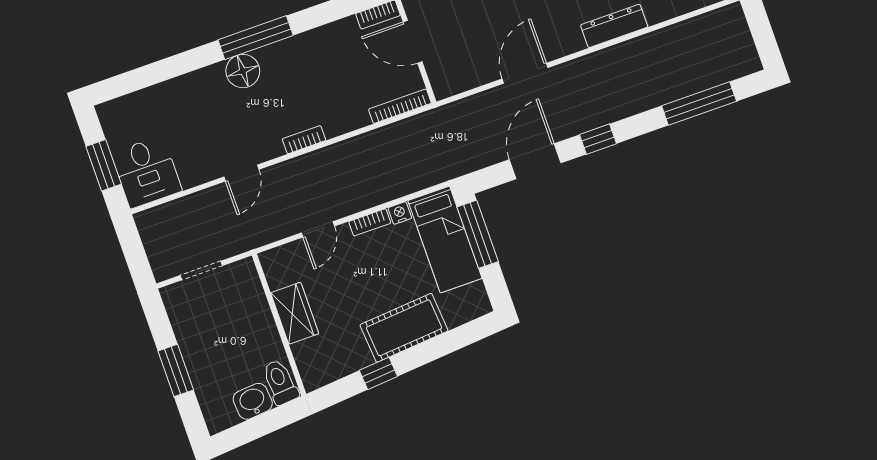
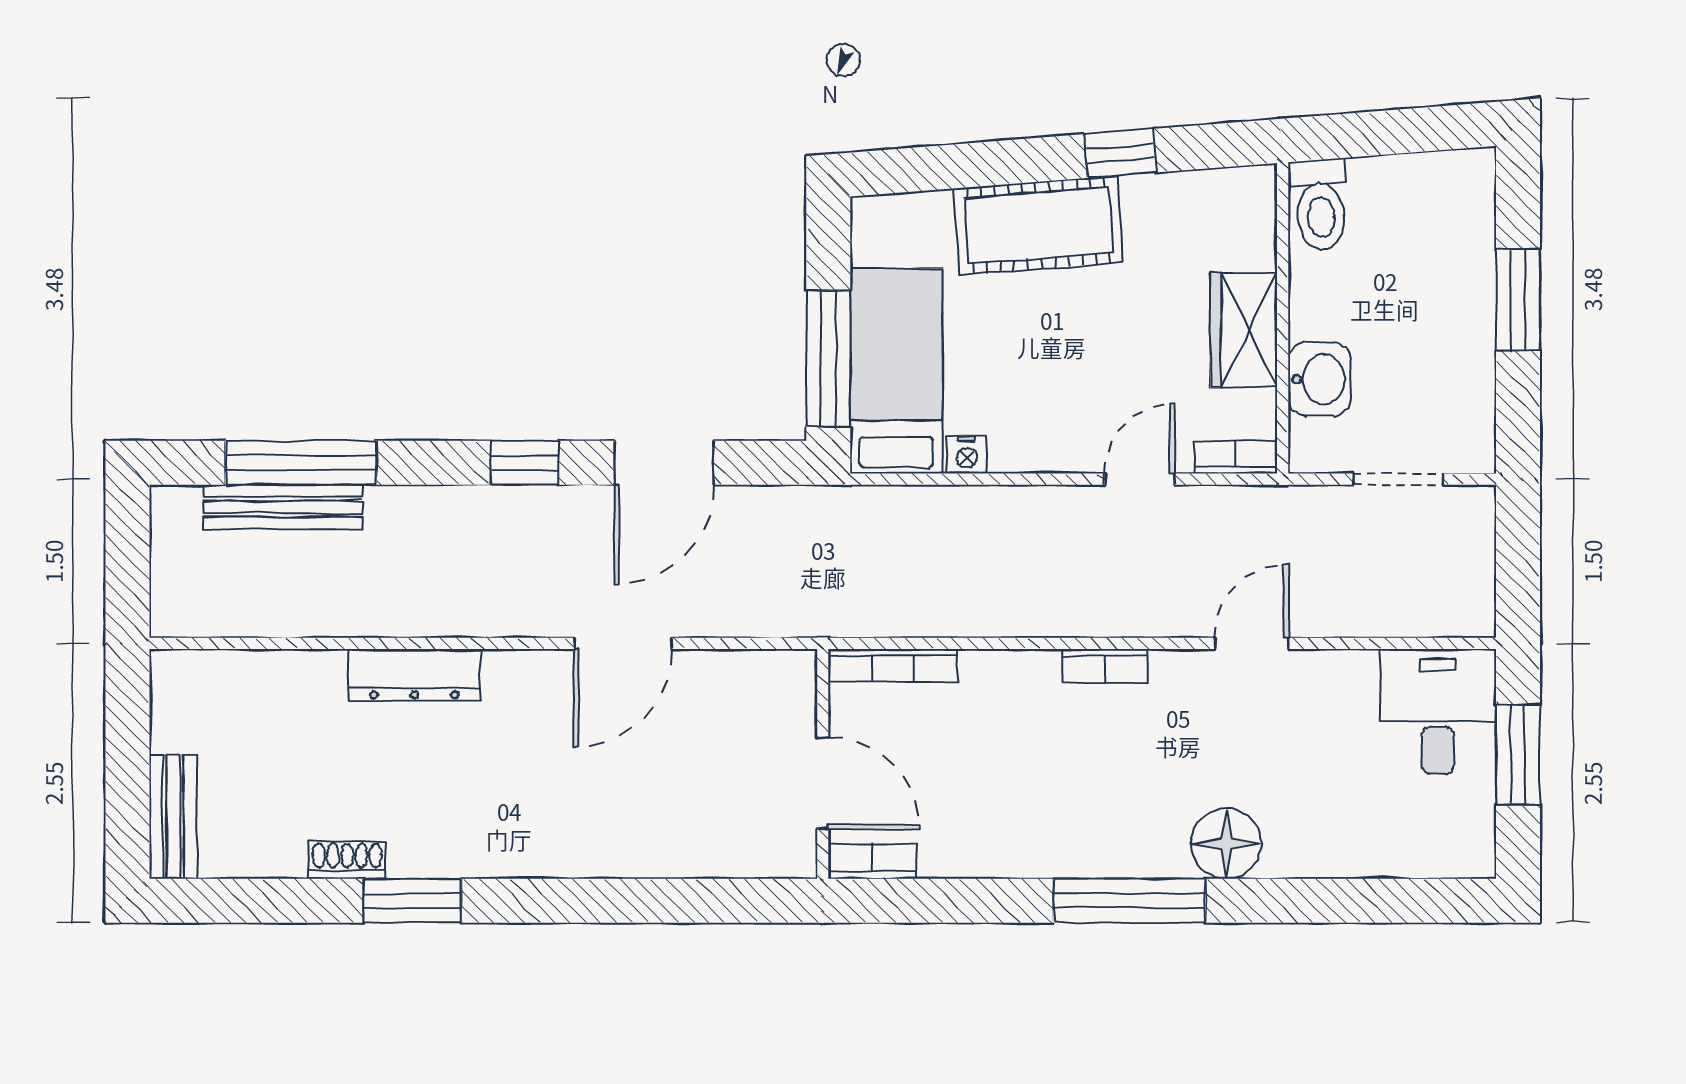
floor lamp: (243, 71) -> (1226, 844), moved
bench: (700, 81) -> (283, 507), added
bookcase: (370, 222) -> (1236, 457), moved
washbasin: (253, 401) -> (1319, 379), moved, turned -86

